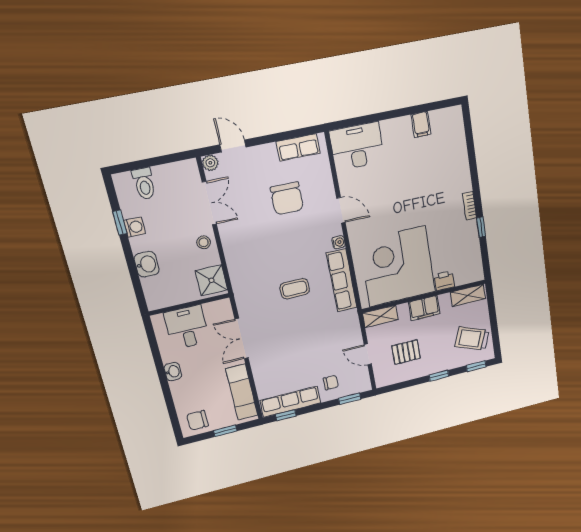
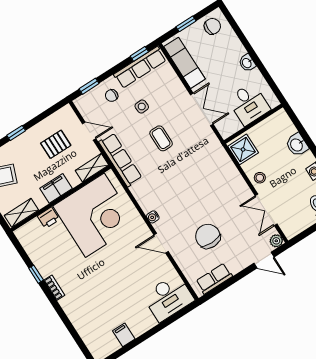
row of seats: (342, 280) -> (120, 160), moved
coffee table: (295, 289) -> (161, 138), moved, turned 90
side table: (304, 362) -> (142, 107), added

